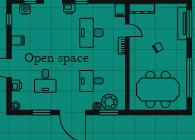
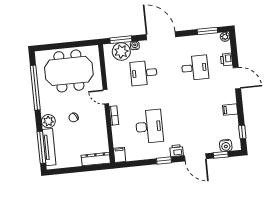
door: (127, 30) -> (106, 97), moved
plant: (181, 47) -> (48, 121), added
desk: (45, 81) -> (195, 68), turned 90
desk: (91, 81) -> (144, 73), turned 180
window: (41, 113) -> (207, 31), moved

